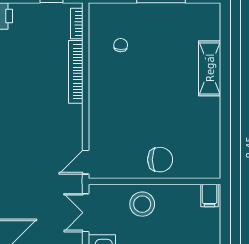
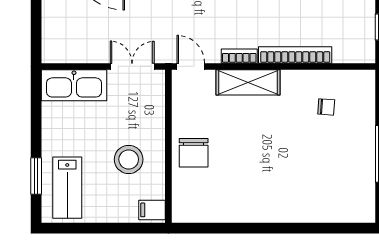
bookcase: (77, 24) -> (239, 56), moved
shelving: (210, 68) -> (248, 82), moved
stool: (142, 204) -> (129, 159), moved

